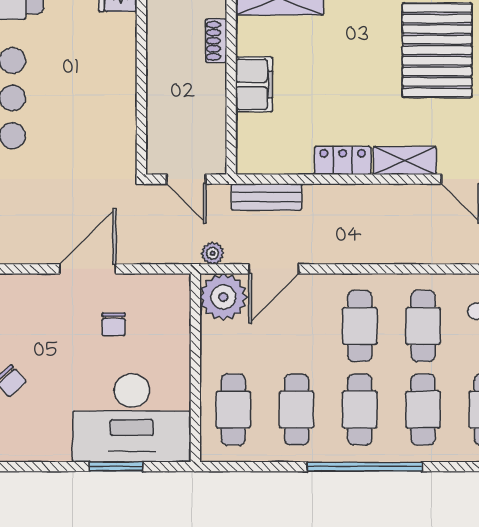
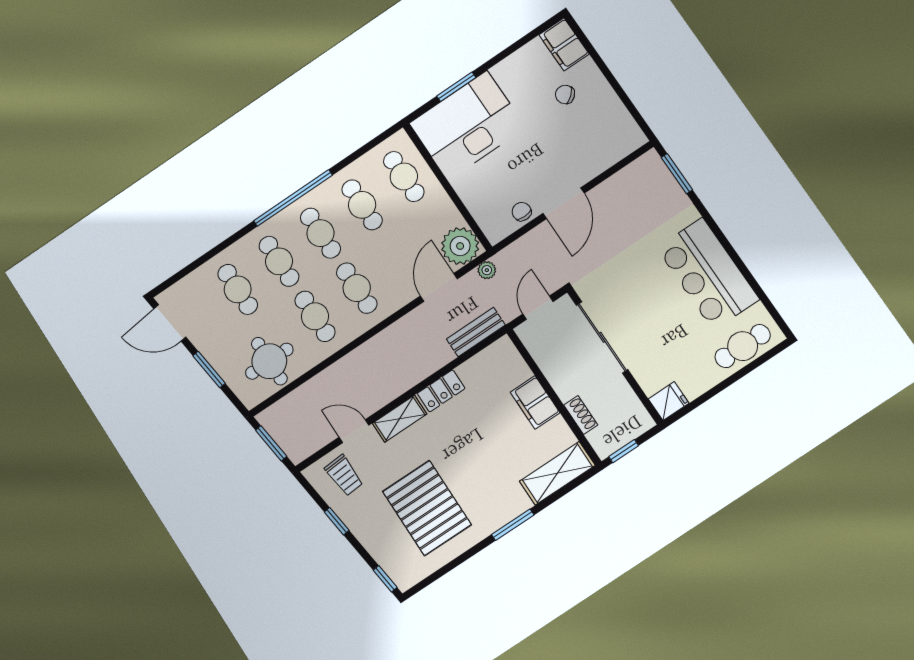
sliding door: (141, 105) -> (602, 337), added
door: (186, 179) -> (538, 308), hinge flipped
chair: (114, 324) -> (522, 212), moved

